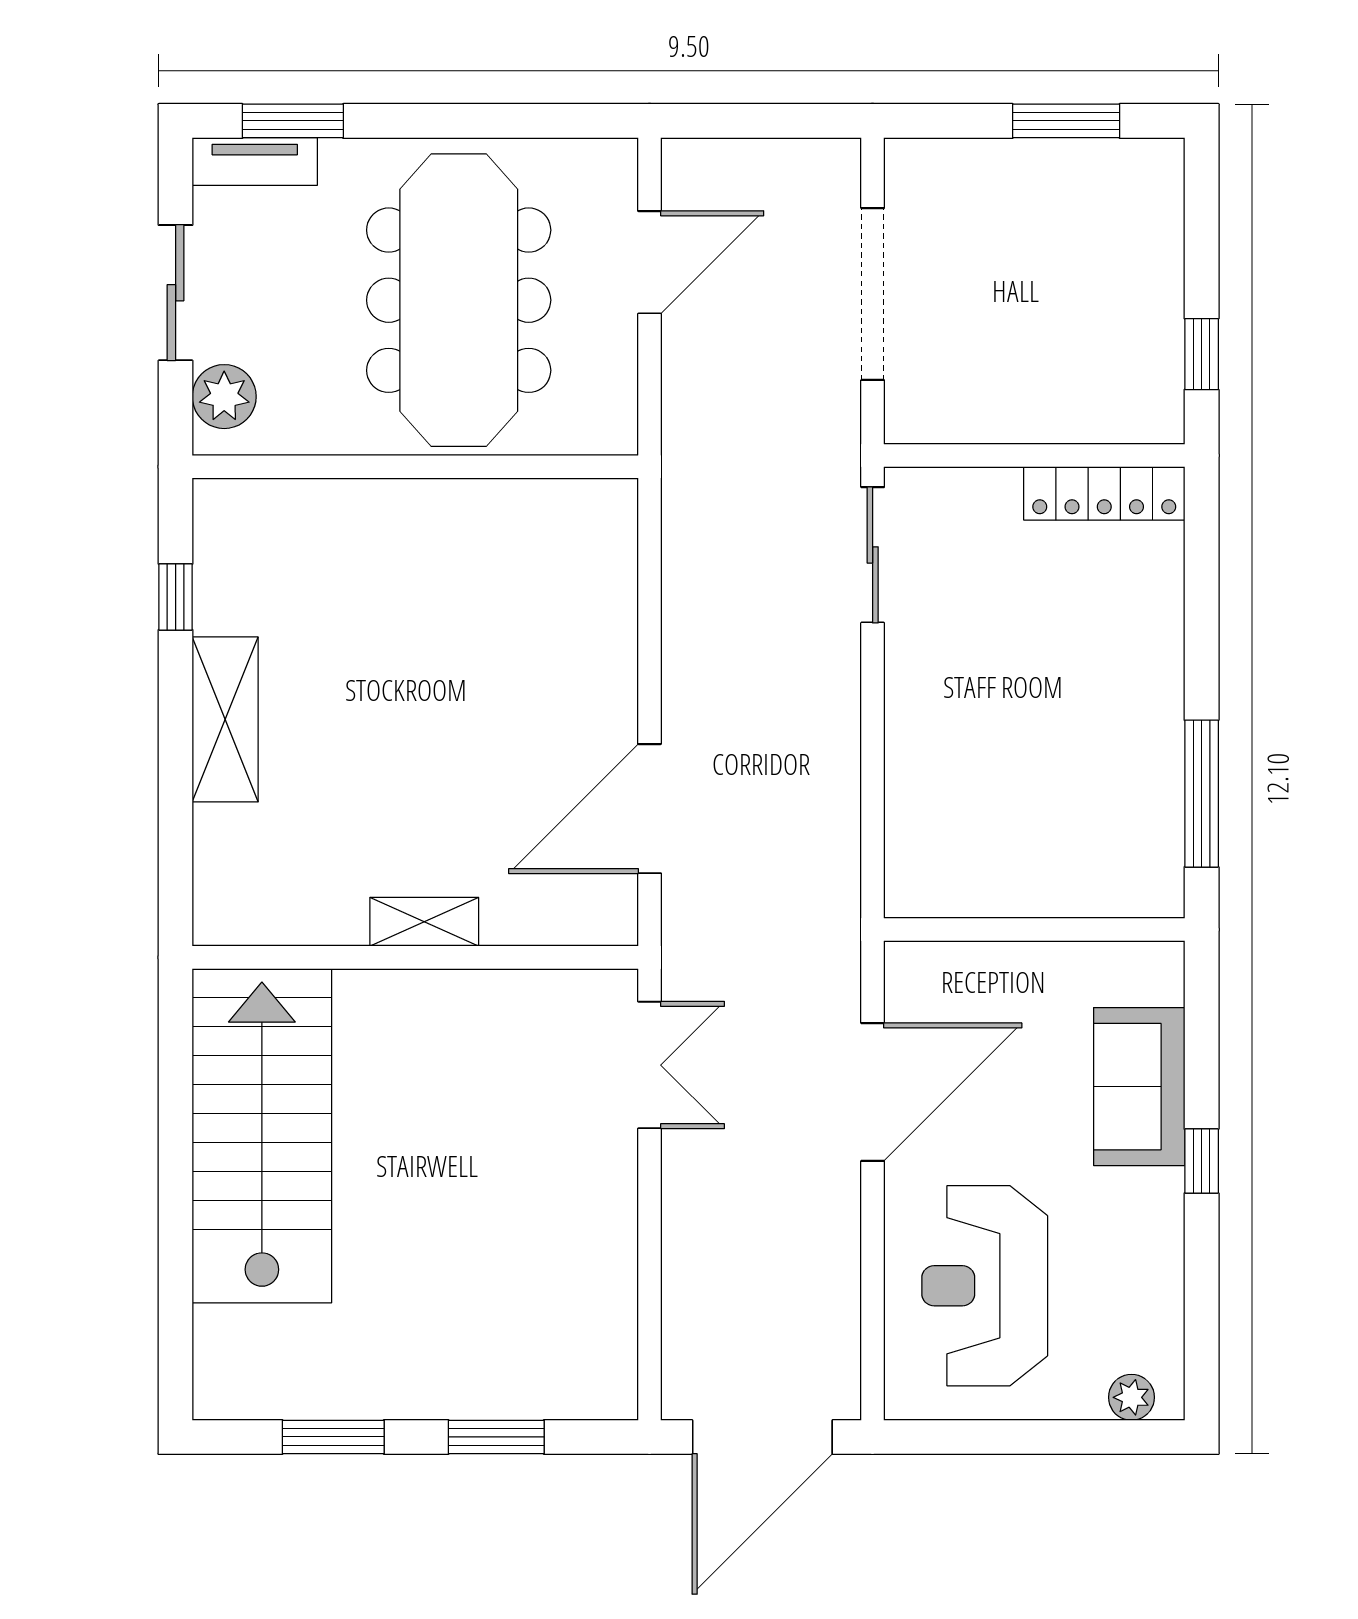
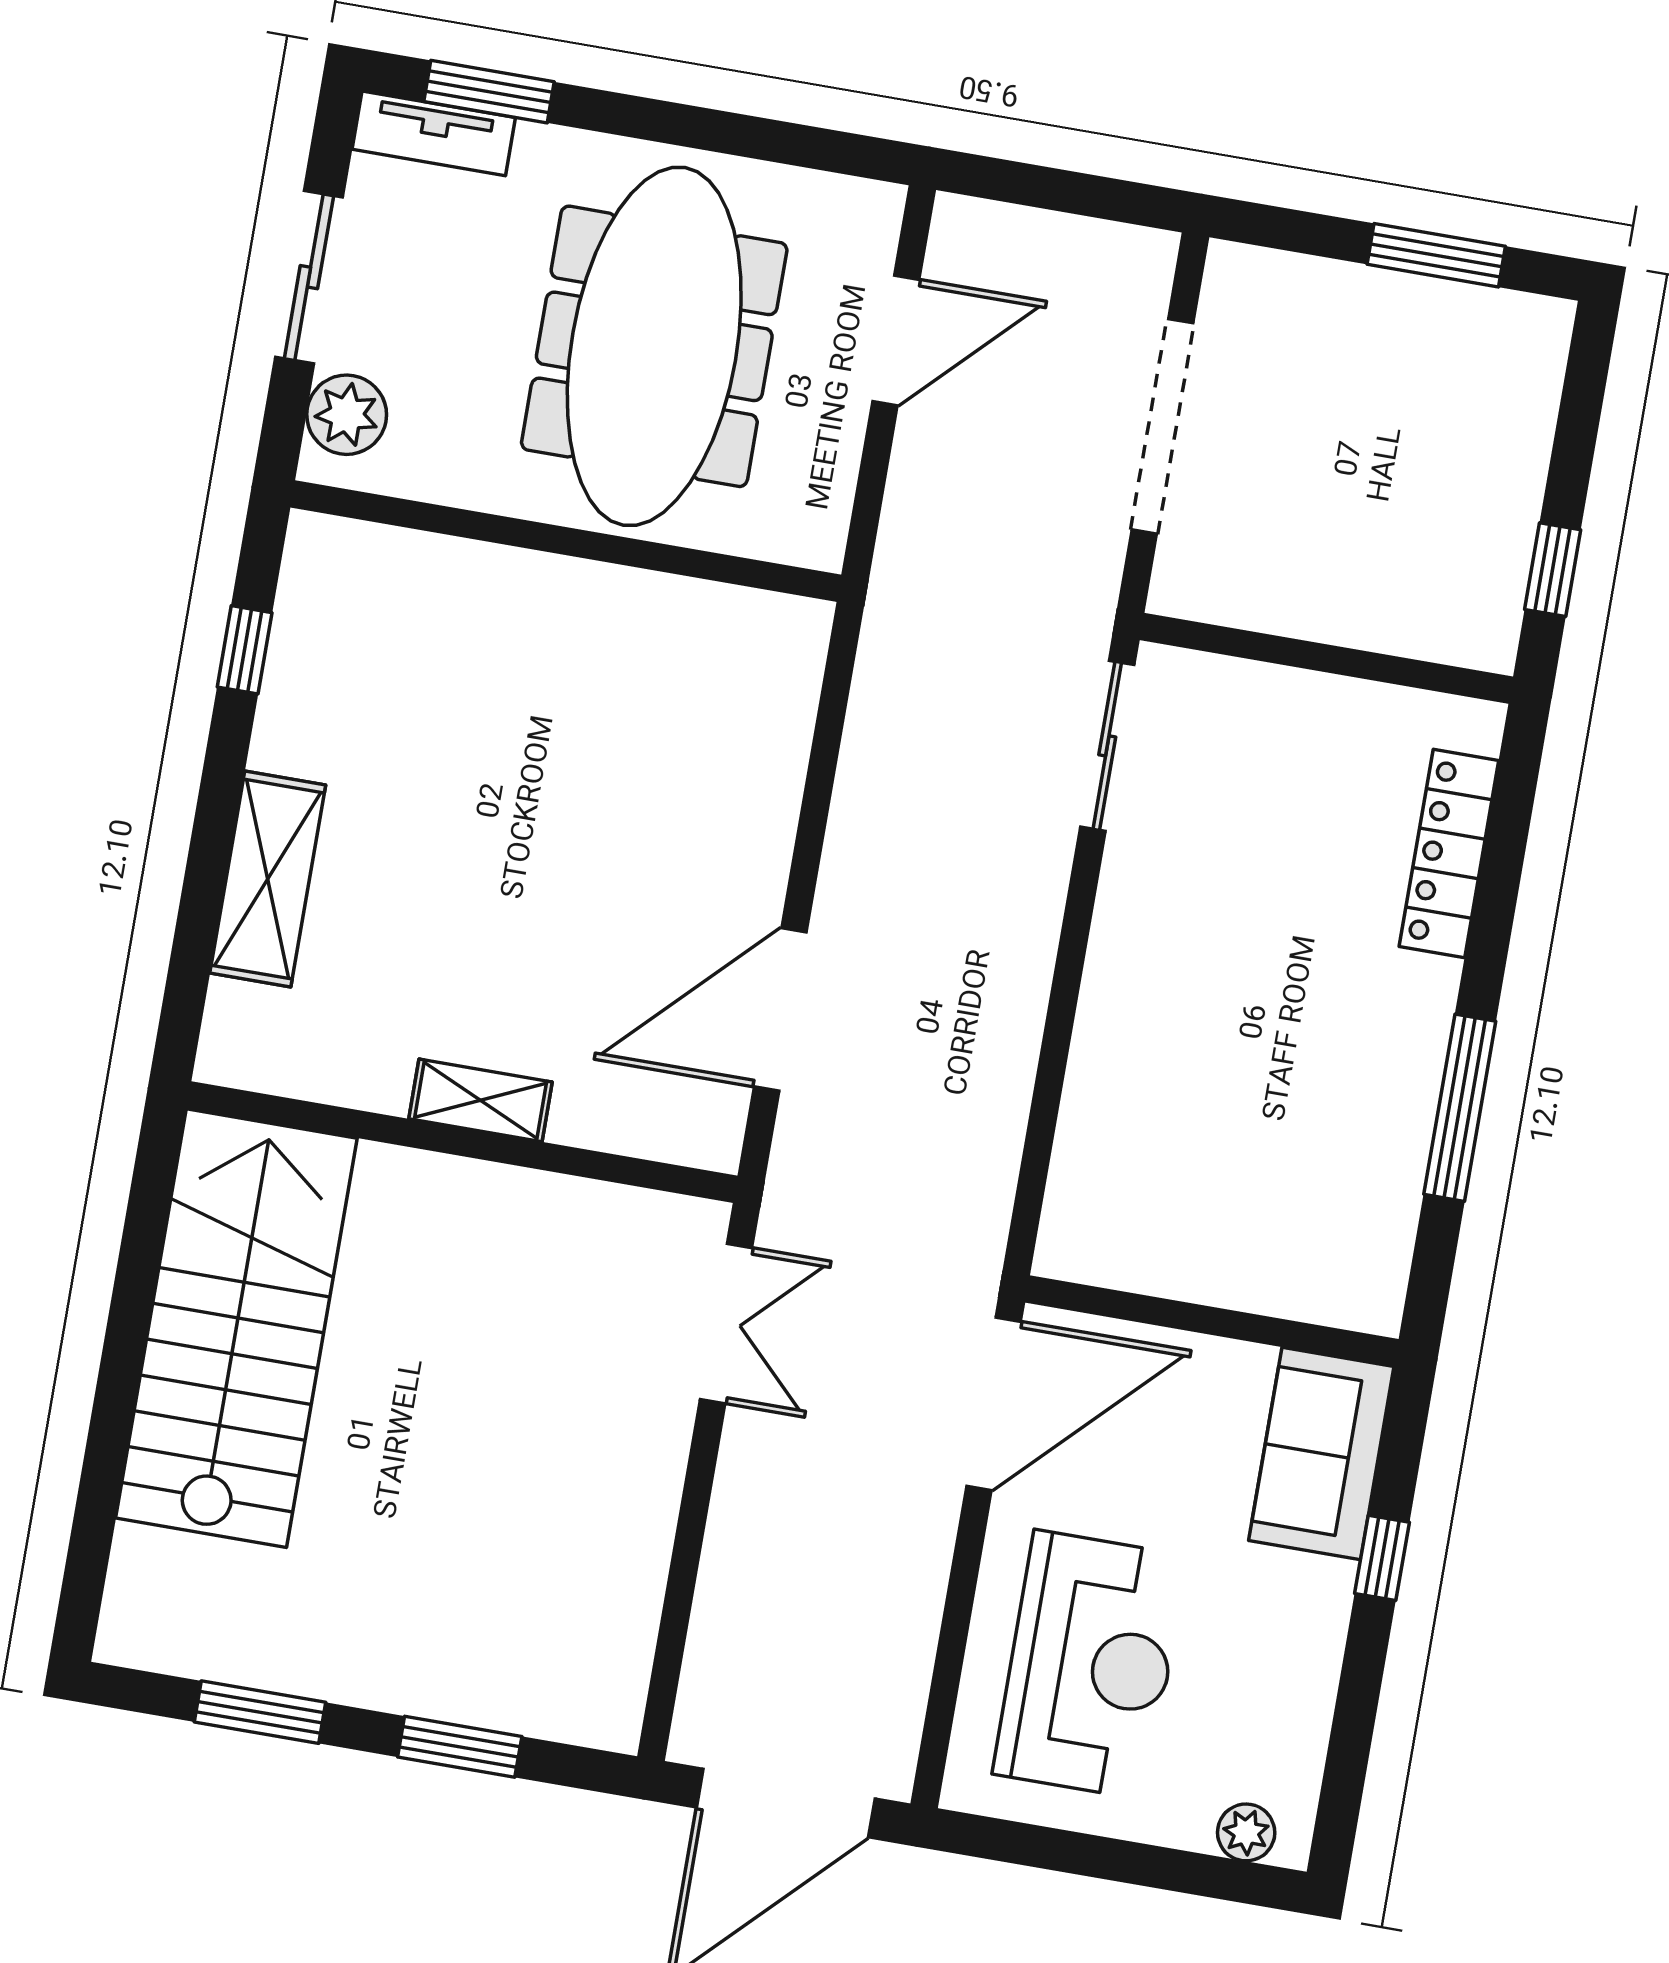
locker: (1104, 493) -> (1449, 854), moved, turned 90
shelving: (225, 719) -> (268, 879), moved
wall: (1034, 930) -> (1212, 1321), moved
reception desk: (985, 1286) -> (1090, 1665), turned 180

